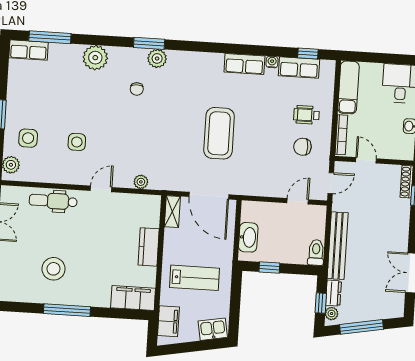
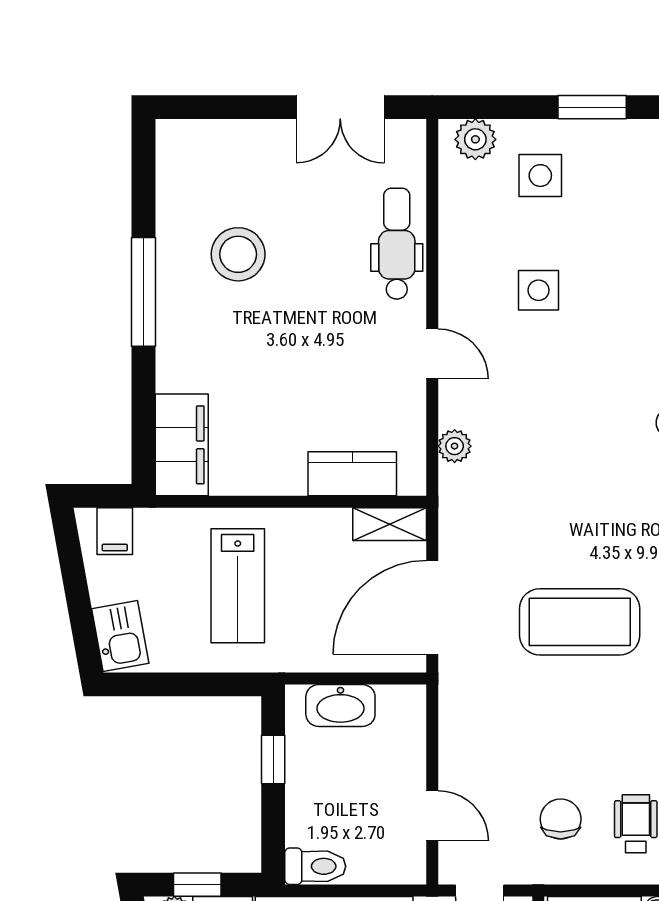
kitchen counter: (149, 247) -> (352, 474), moved
filing cabinet: (168, 321) -> (115, 531), width x0.50

